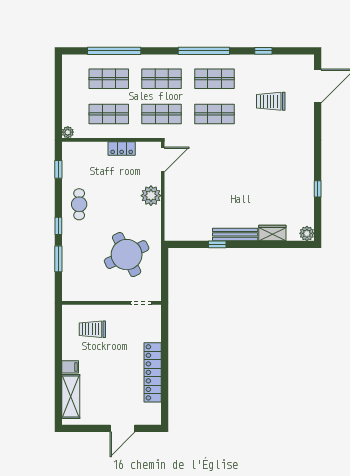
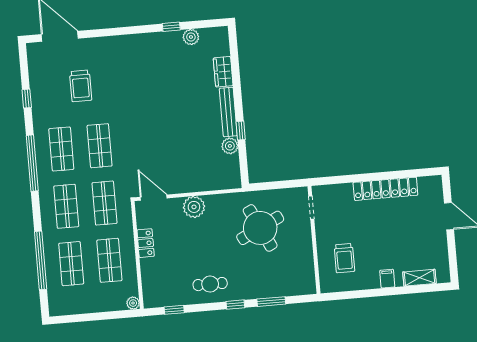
plant: (204, 233) -> (230, 146), added
plant: (307, 233) -> (191, 37), moved
shelving: (71, 396) -> (419, 278), width x0.67, depth x0.75

